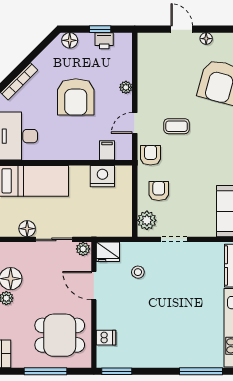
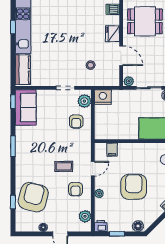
printer: (104, 41) -> (101, 226), moved
plant: (146, 54) -> (85, 216), added
armchair: (151, 155) -> (76, 189), moved
nightstand: (102, 176) -> (103, 97), moved, turned 180
fridge: (108, 252) -> (113, 34), moved, turned -90
dishwasher: (106, 338) -> (113, 9), moved

